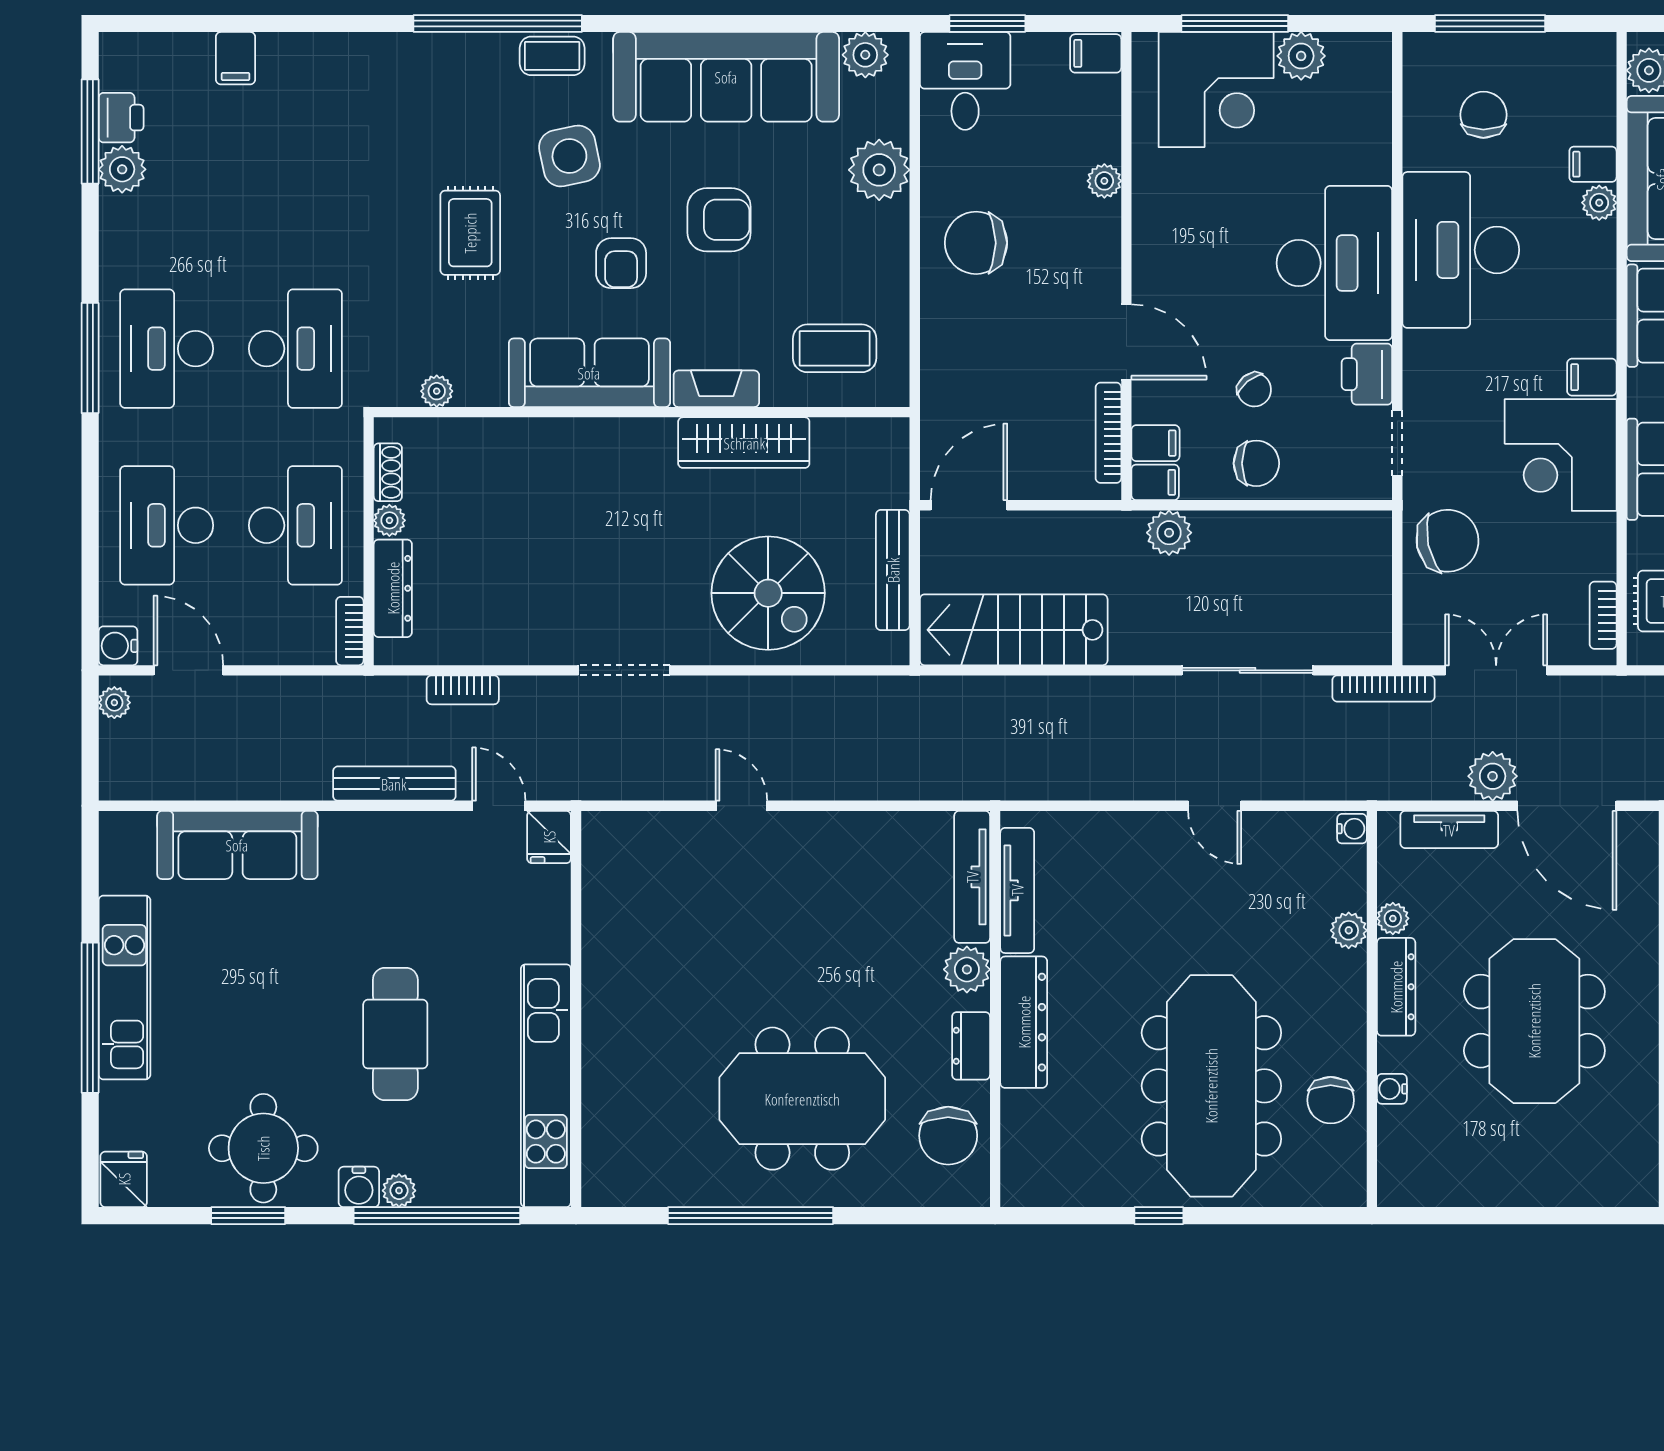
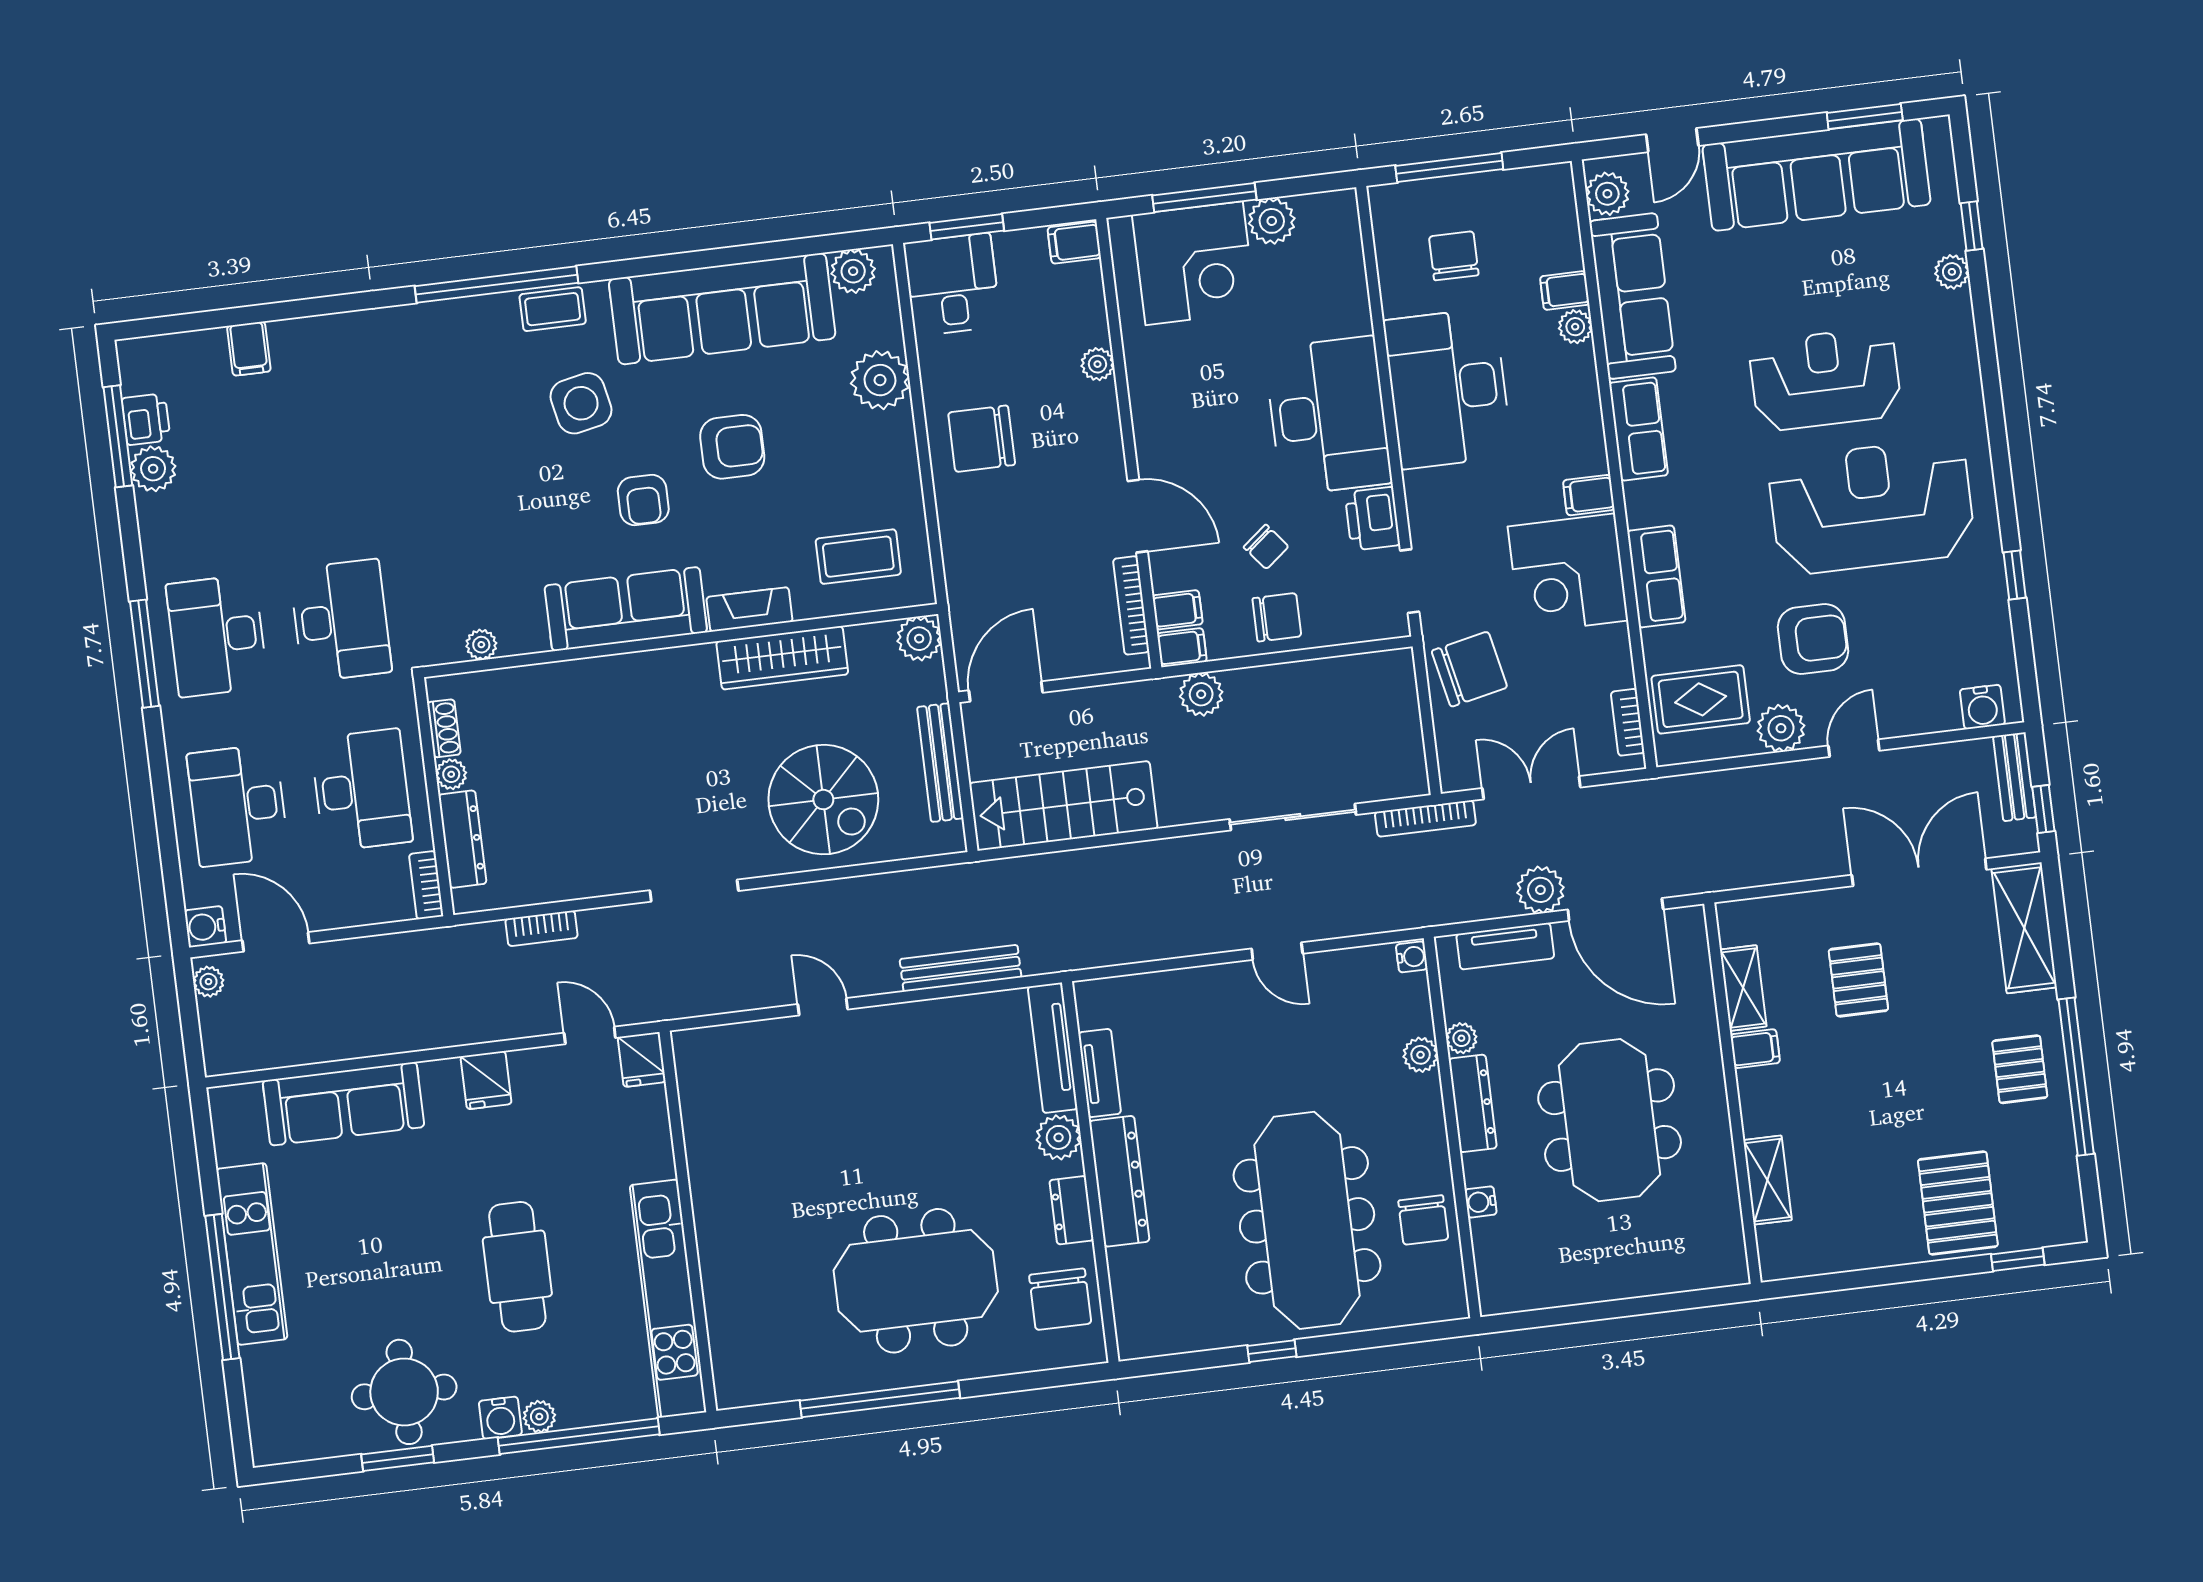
rug: (470, 233) -> (495, 489), removed
plant: (887, 440) -> (919, 639), added
bench: (394, 784) -> (961, 968), moved
tv unit: (1017, 890) -> (1100, 1073), width x0.71
fridge: (124, 1179) -> (486, 1080), moved, turned 180

